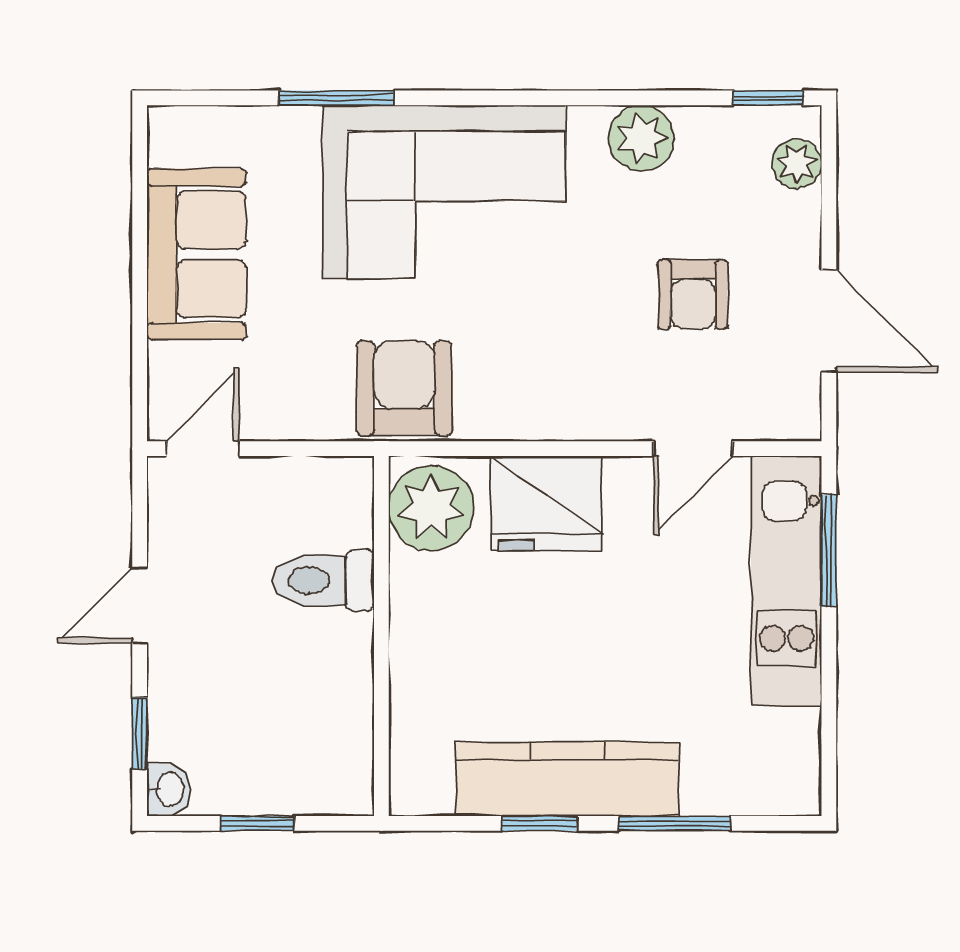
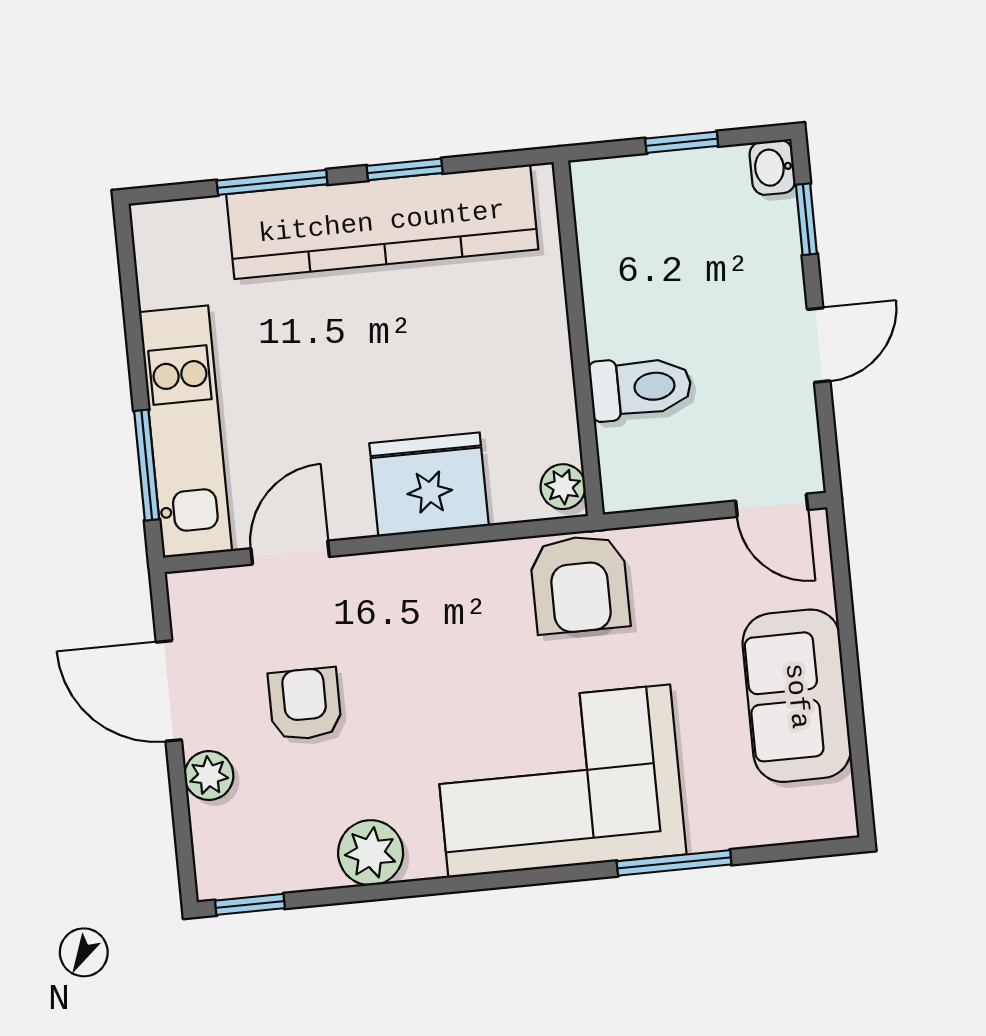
plant: (797, 164) -> (209, 775), moved
door: (203, 449) -> (772, 505), hinge flipped
plant: (431, 508) -> (563, 487), width x0.53, depth x0.53
kitchen counter: (567, 779) -> (382, 222), width x1.39, depth x1.17

